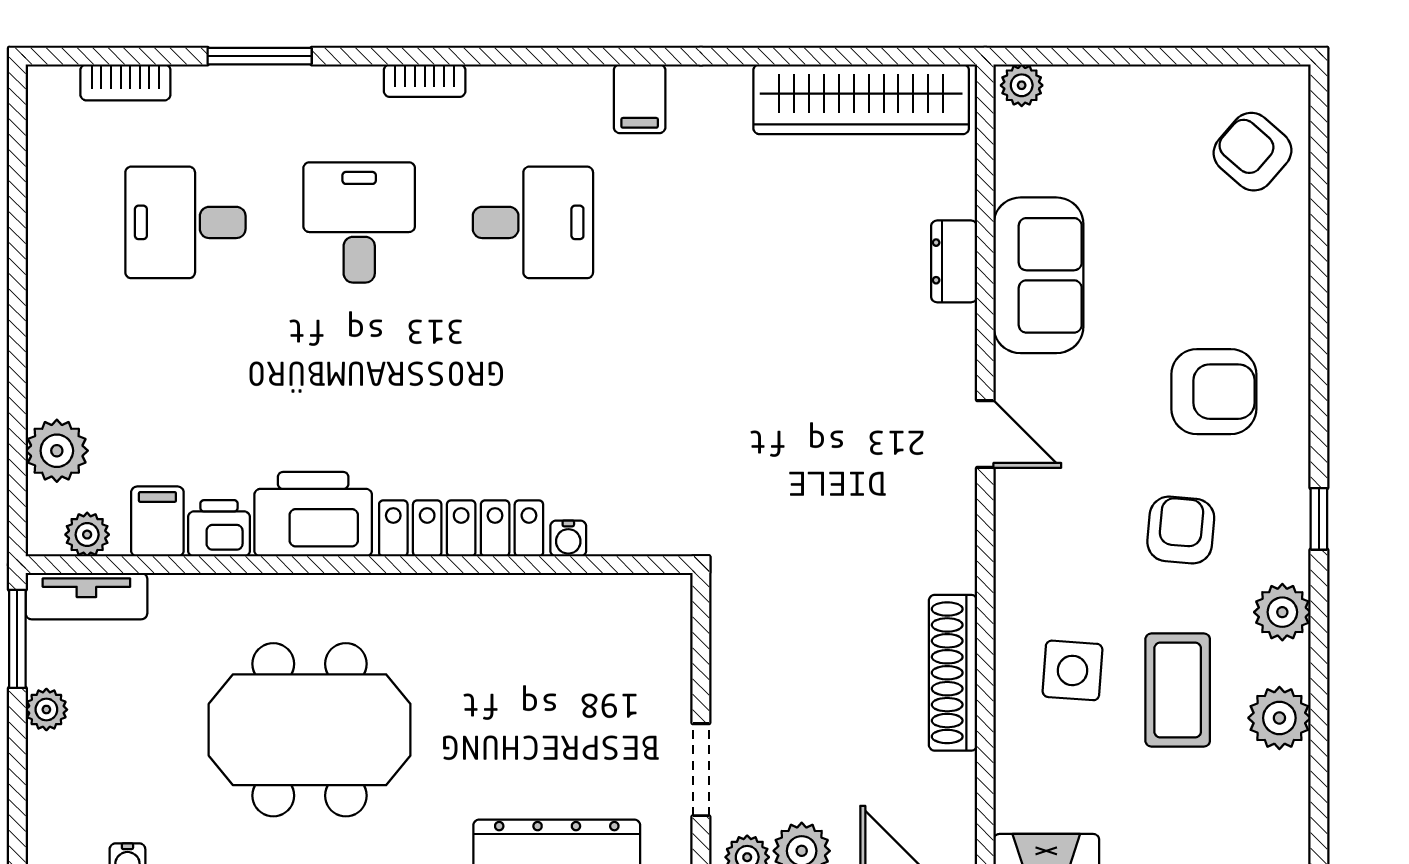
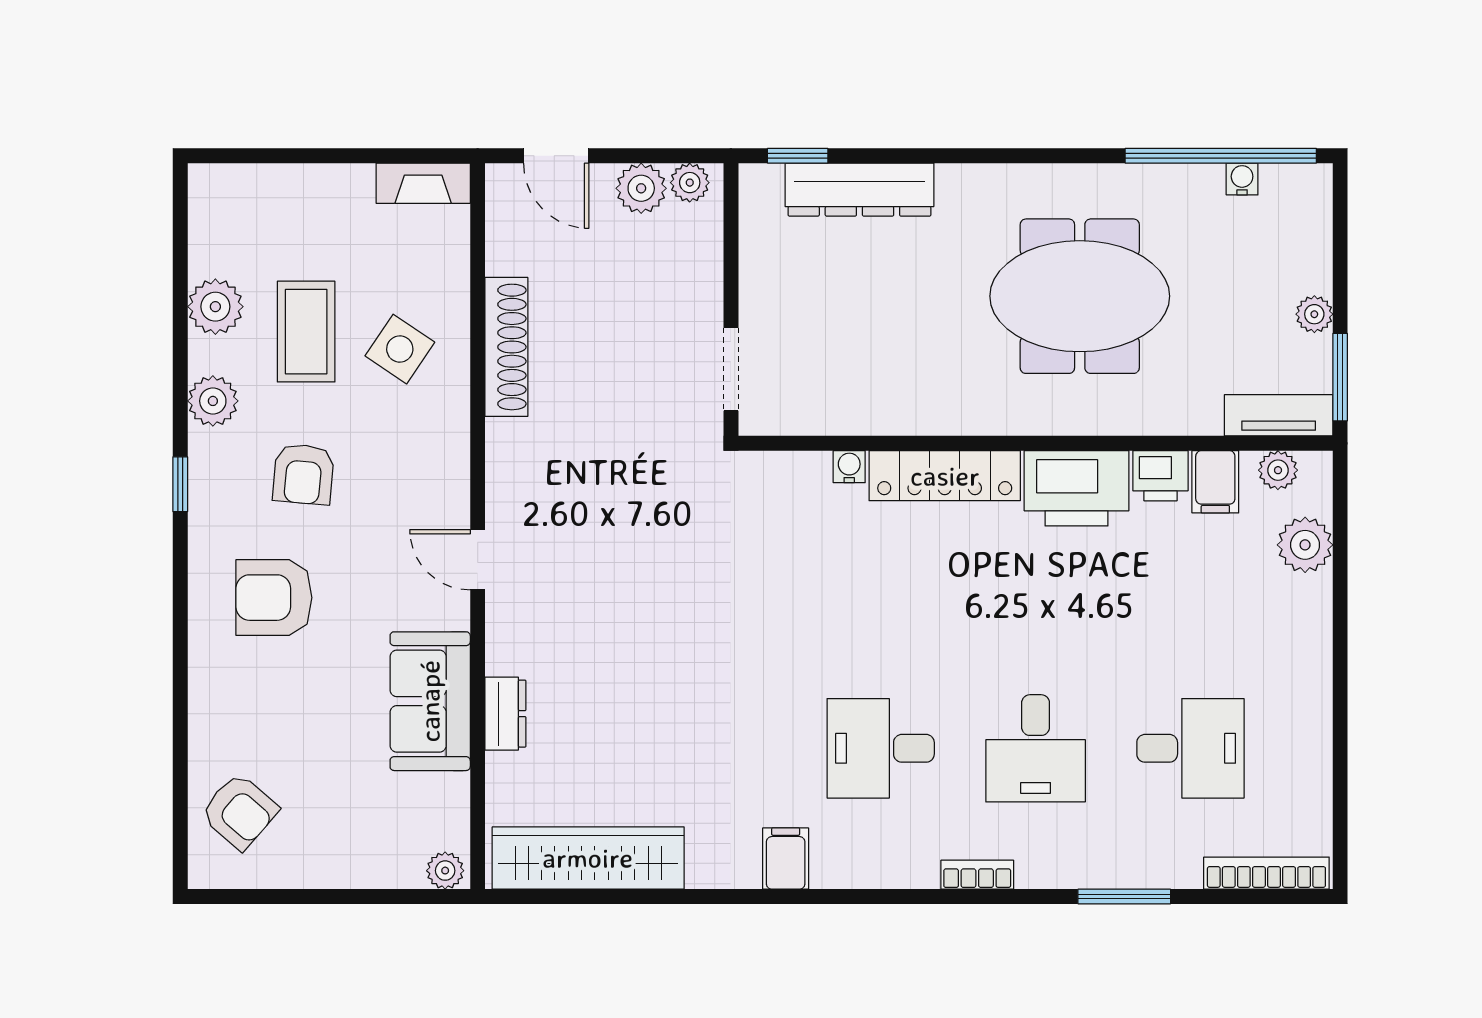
bookcase: (125, 82) -> (1266, 873), width x1.56
side table: (1072, 670) -> (400, 349), turned 30
doorway: (701, 770) -> (731, 369), moved

